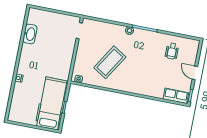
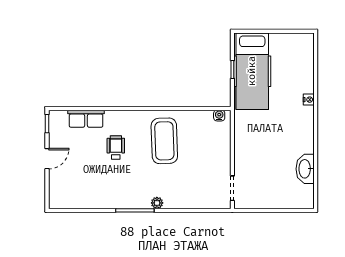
wheelchair: (172, 51) -> (116, 148), moved
coffee table: (110, 62) -> (164, 141), moved, turned -34
door: (195, 73) -> (47, 159), hinge flipped
row of seats: (176, 96) -> (86, 119), moved

